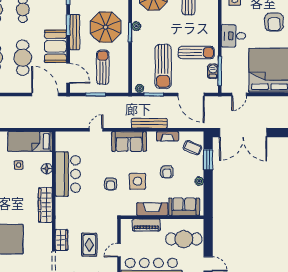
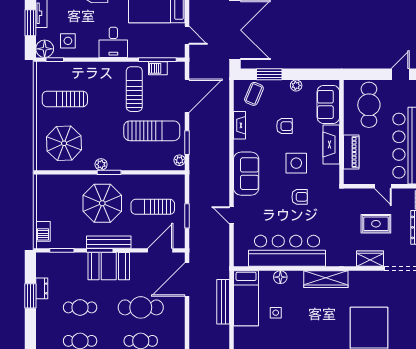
booth: (55, 46) -> (109, 266), moved
bench: (149, 123) -> (223, 302), moved
bar counter: (68, 174) -> (287, 251), width x1.36

